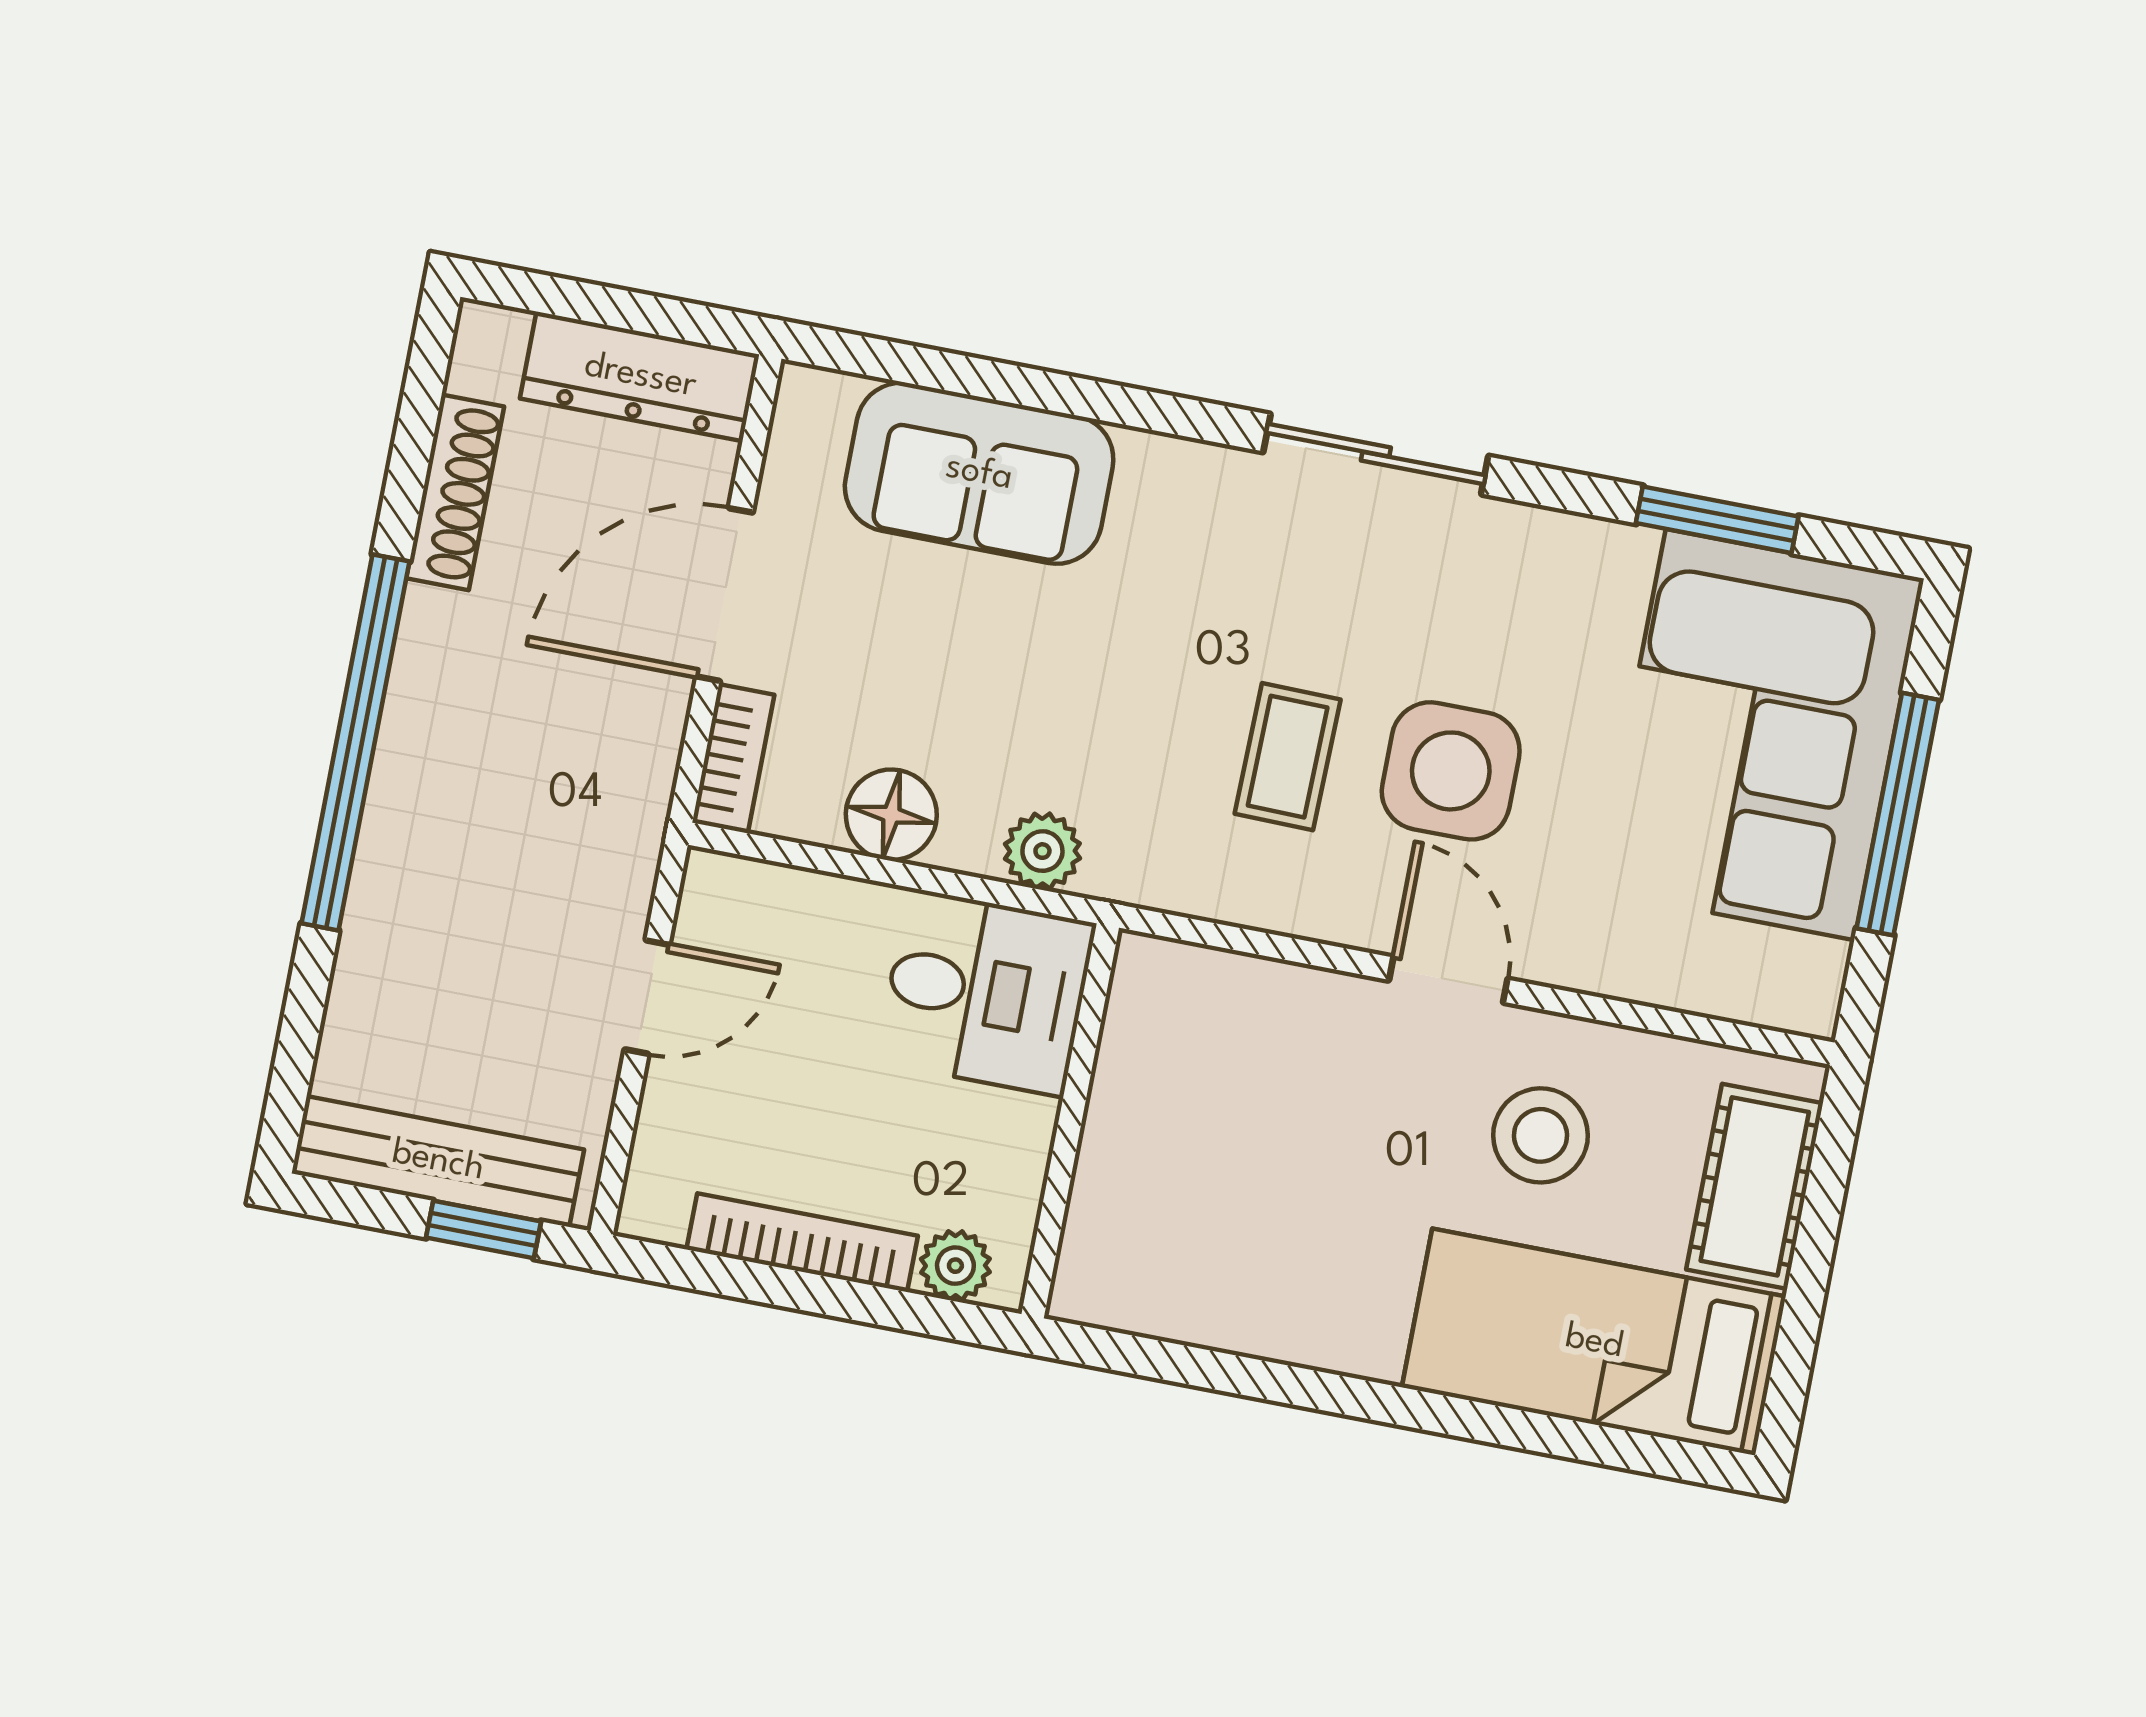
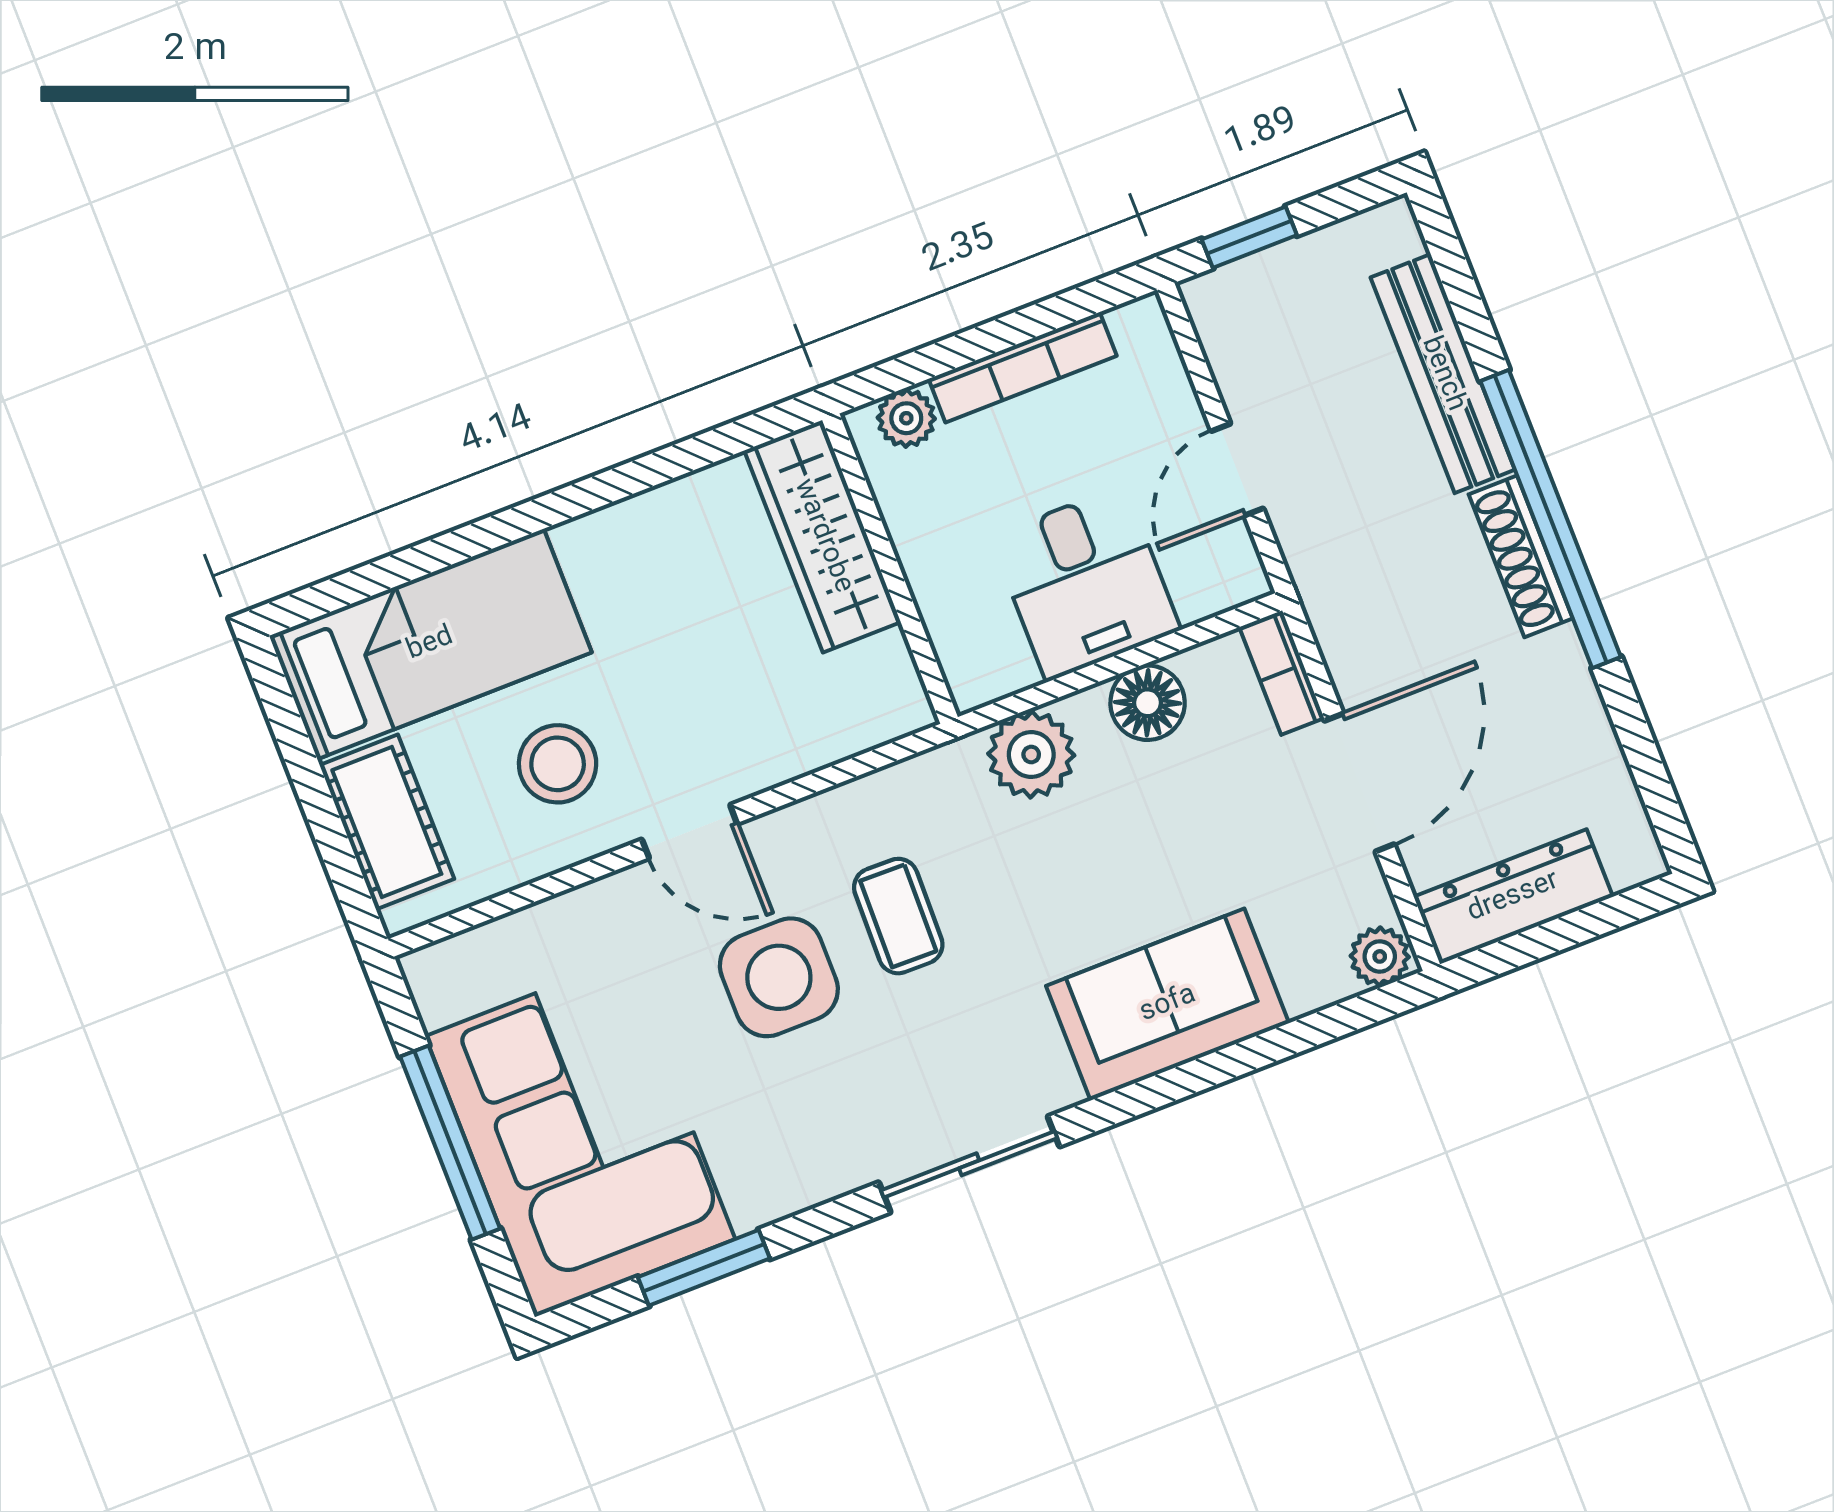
plant: (817, 402) -> (1380, 956), added
sofa: (979, 473) -> (1168, 1004), moved
shoe rack: (455, 492) -> (1521, 556), moved
plant: (1042, 851) -> (1031, 755), width x1.38, depth x1.38
desk: (986, 993) -> (1085, 583), moved, turned -90
bench: (438, 1161) -> (1443, 374), moved, turned 90
wardrobe: (1119, 1198) -> (823, 536), added

